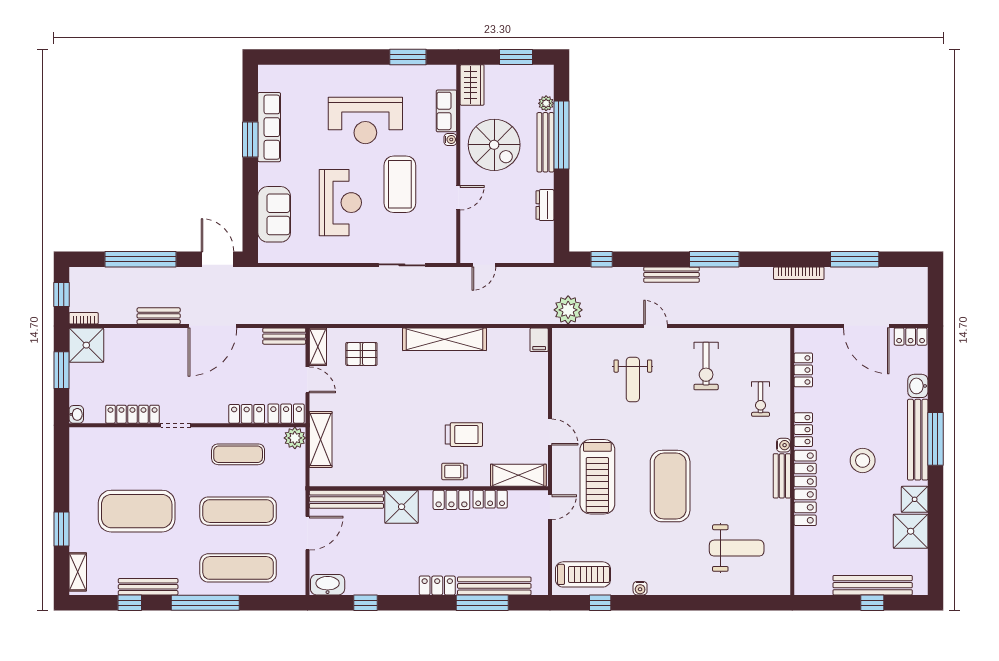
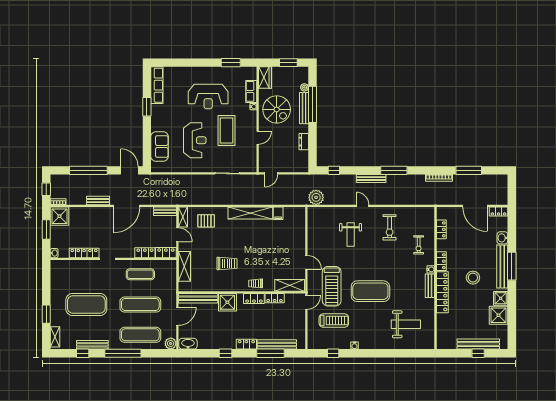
row of seats: (269, 127) -> (157, 85), moved
filing cabinet: (539, 340) -> (278, 213), moved
trolley: (464, 435) -> (227, 264), moved
plant: (295, 438) -> (171, 343), moved
exercise mat: (670, 486) -> (370, 291), turned 90
treadmill: (583, 574) -> (334, 321), moved
window: (365, 603) -> (226, 353), moved

